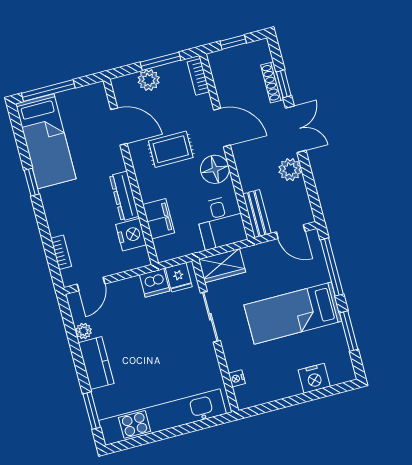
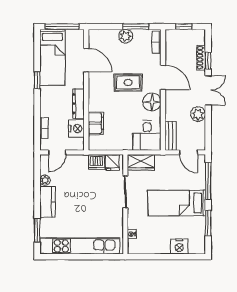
door: (119, 127) -> (86, 60), moved
wall: (131, 172) -> (86, 90), moved
dresser: (124, 196) -> (78, 104), moved
filing cabinet: (159, 219) -> (96, 123), moved
nightstand: (131, 235) -> (76, 129), moved

